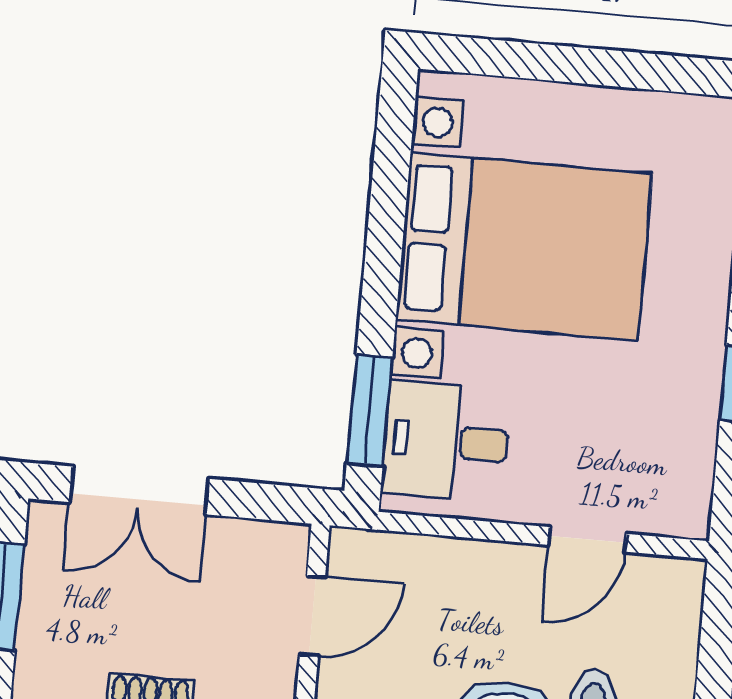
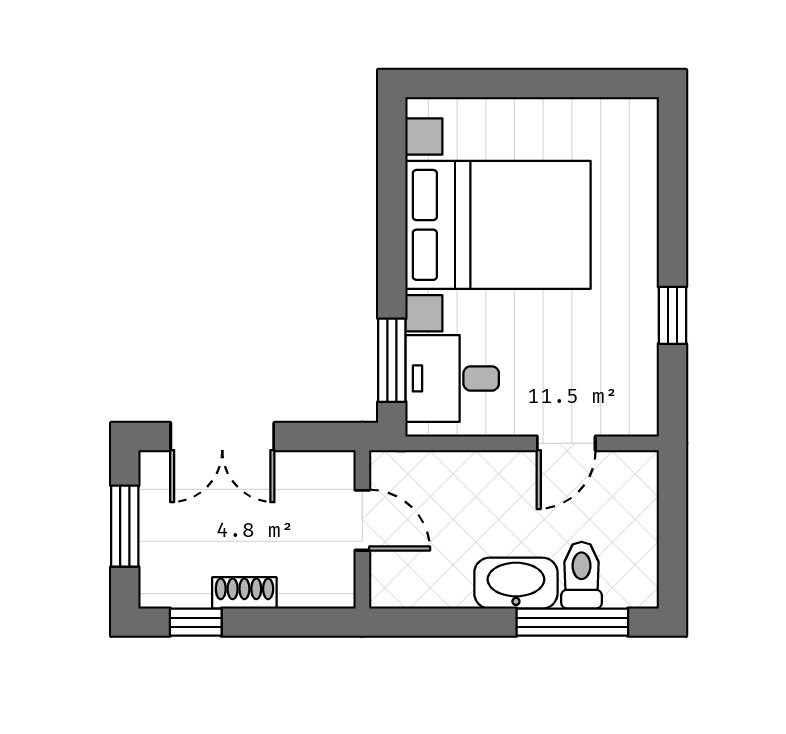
door: (312, 616) -> (362, 520), hinge flipped

